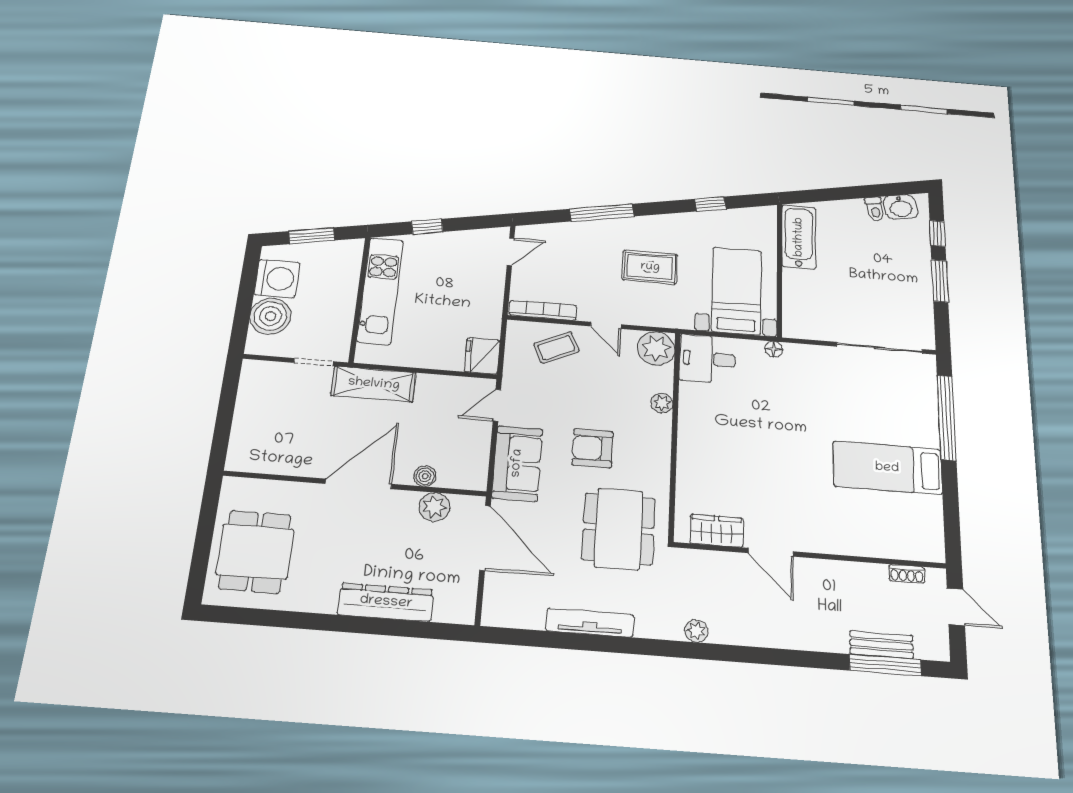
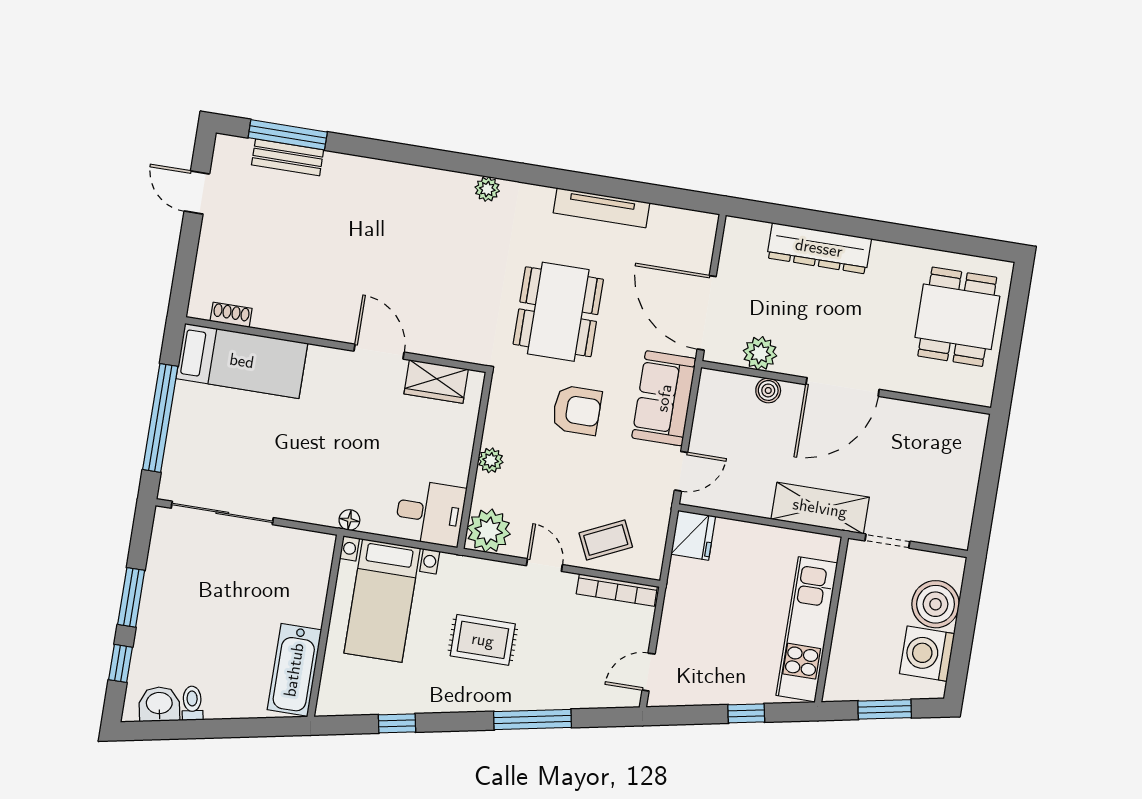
wardrobe: (716, 531) -> (436, 382), moved
door: (771, 552) -> (379, 352), moved
wall: (810, 555) -> (336, 345), moved
shoe rack: (907, 574) -> (231, 315), moved

